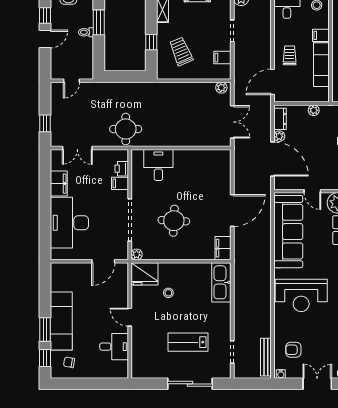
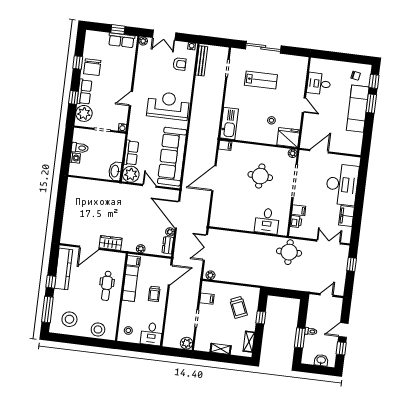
filing cabinet: (321, 35) -> (133, 261), moved
filing cabinet: (223, 248) -> (225, 145), width x0.50

